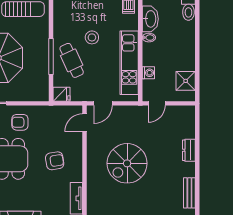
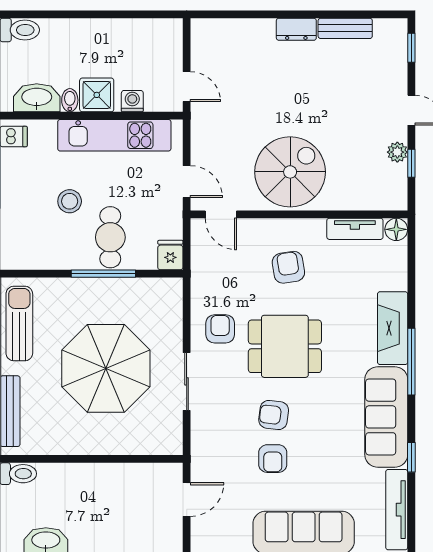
cafe table: (72, 60) -> (110, 237), turned -65
shower: (186, 81) -> (97, 95), moved
armchair: (20, 122) -> (220, 329), turned 180
dresser: (189, 150) -> (296, 29), moved
spiral stairs: (127, 163) -> (290, 172), moved, turned -90

